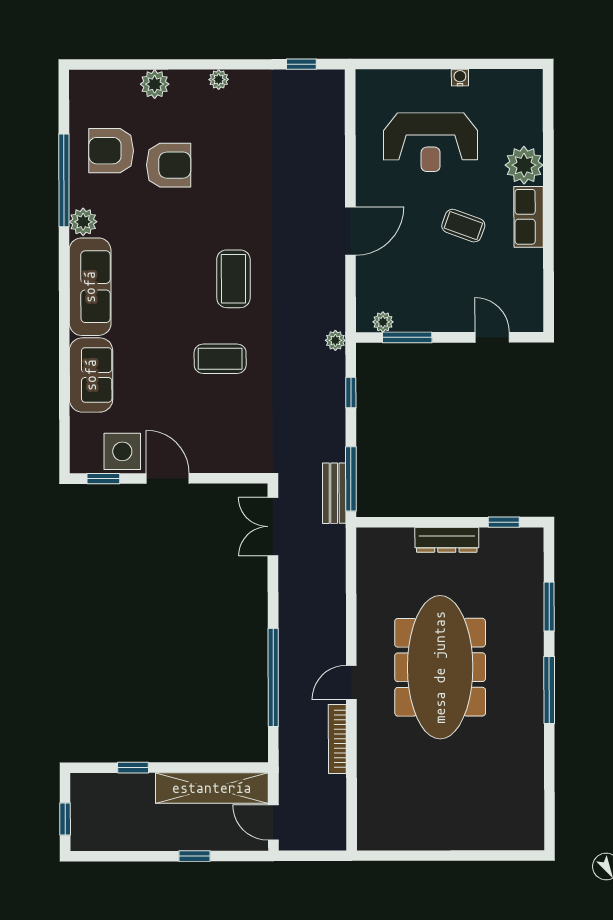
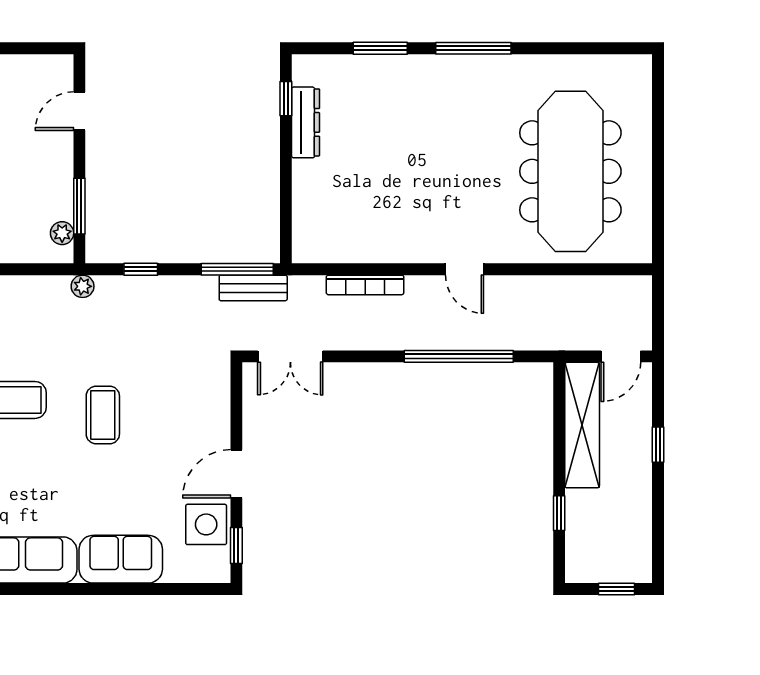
dresser: (447, 540) -> (306, 122), moved
meeting table: (440, 667) -> (570, 171), moved, turned 90
bookcase: (337, 739) -> (365, 285), moved

